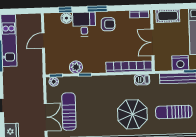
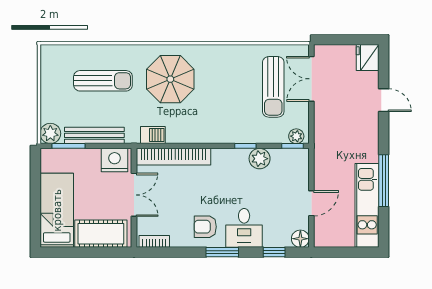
cot: (168, 16) -> (101, 234), width x1.37, depth x1.34
floor lamp: (66, 18) -> (300, 239), moved
nightstand: (180, 63) -> (115, 160), moved

